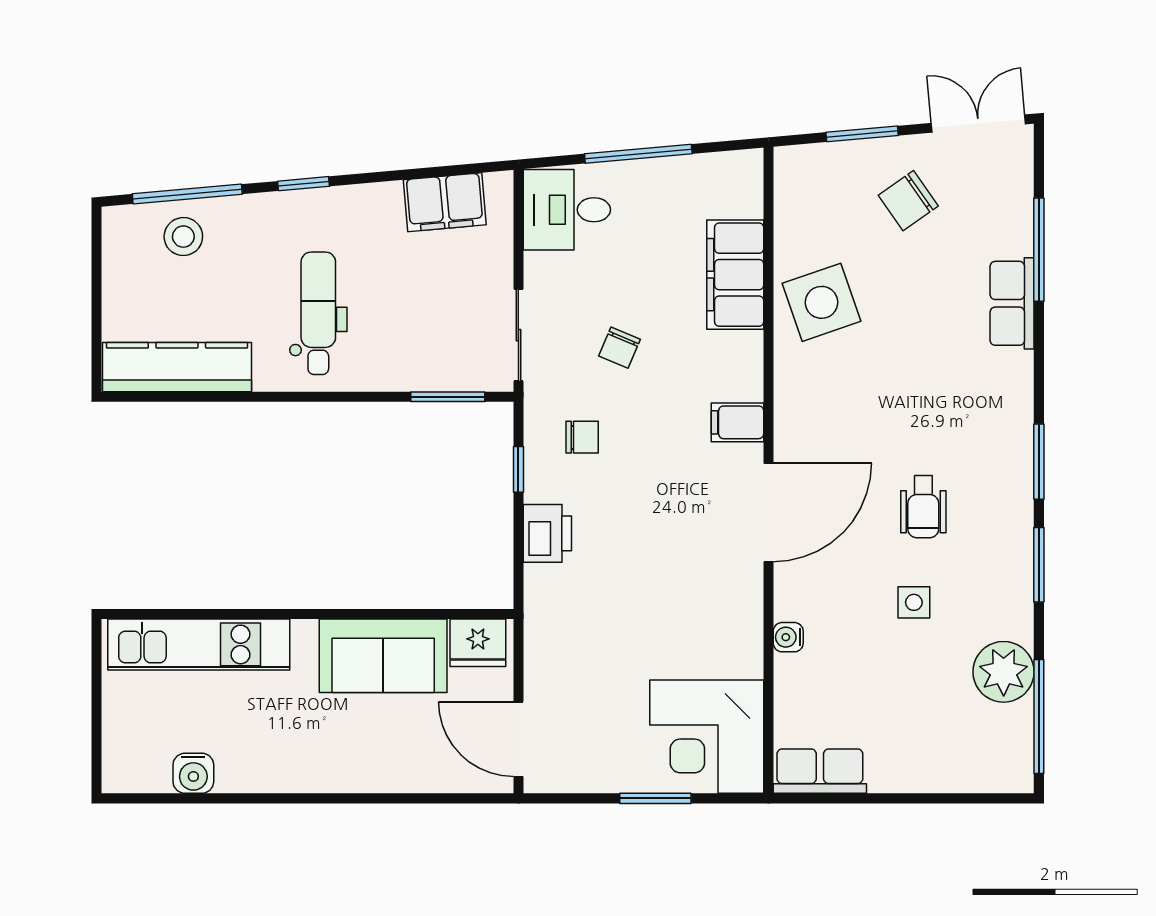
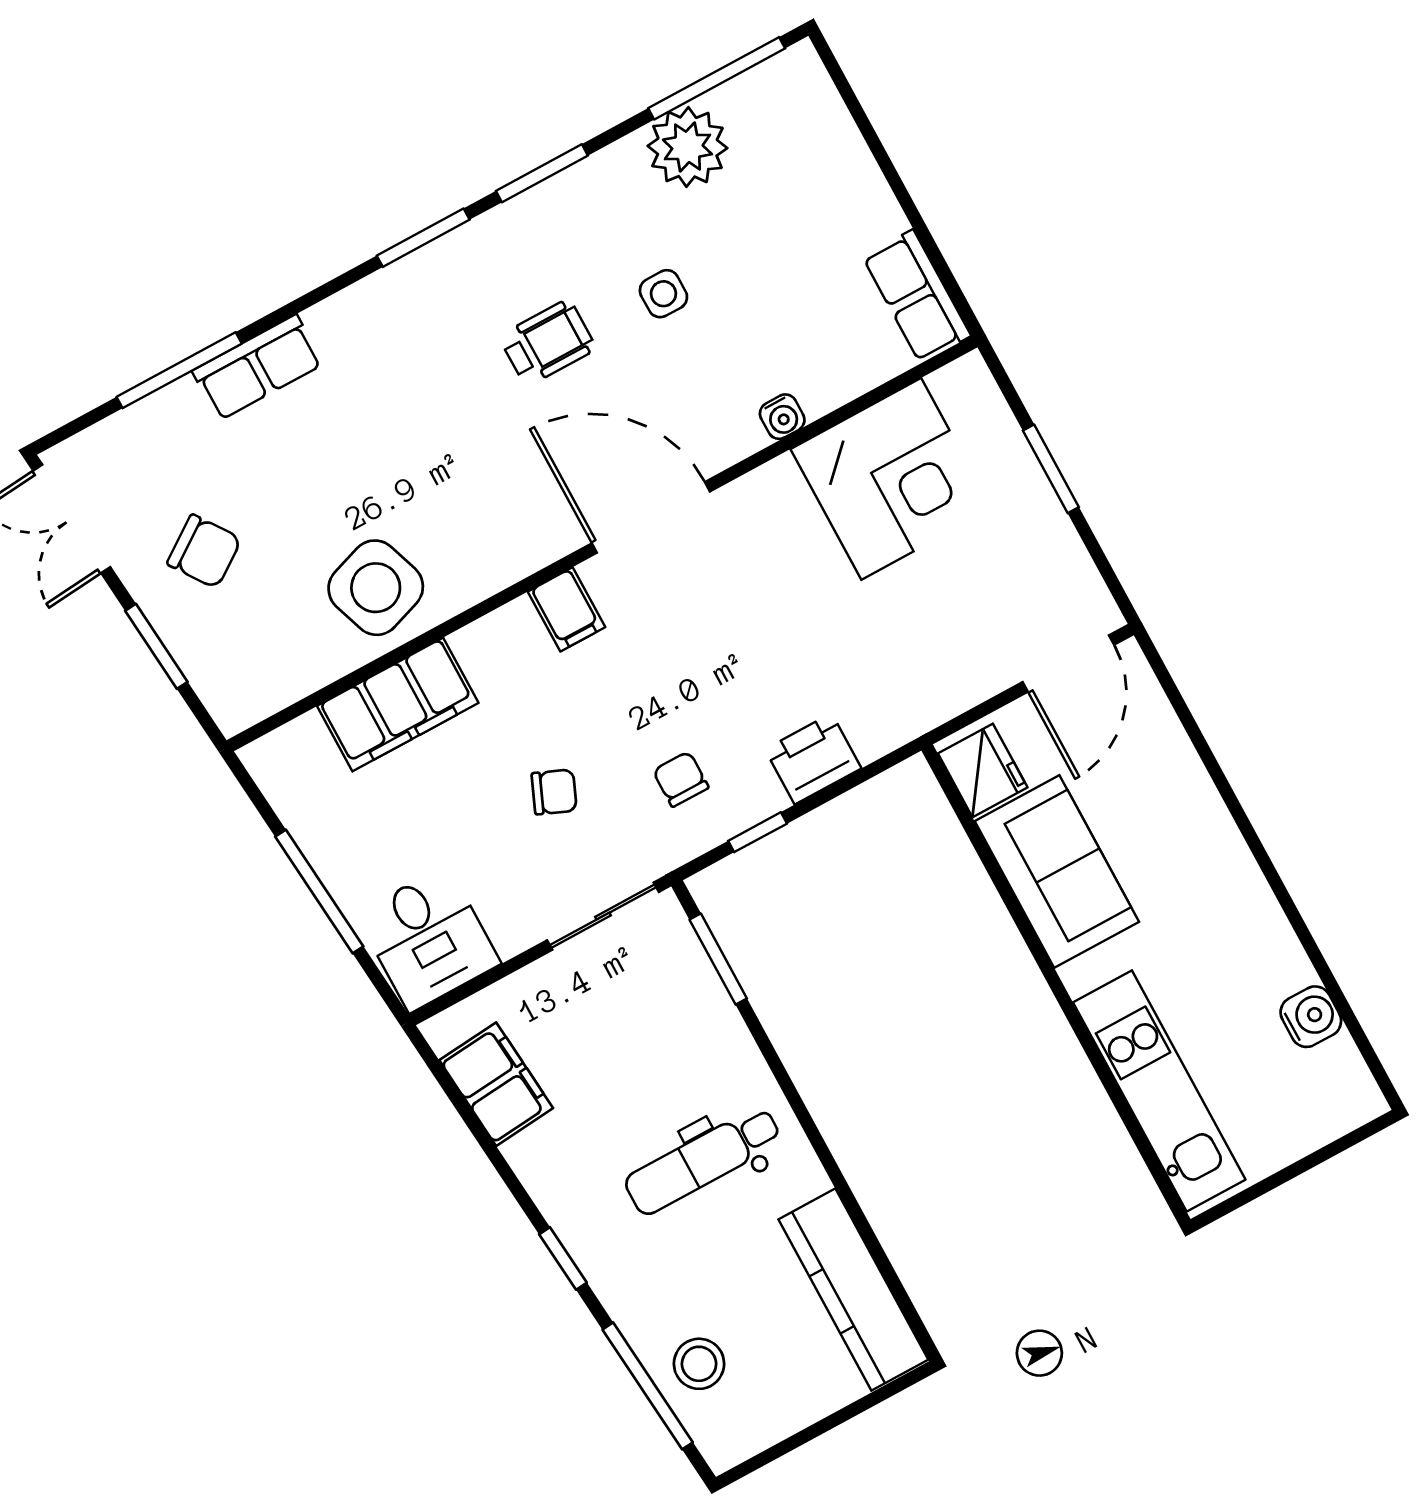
corner desk: (707, 737) -> (891, 479), moved

